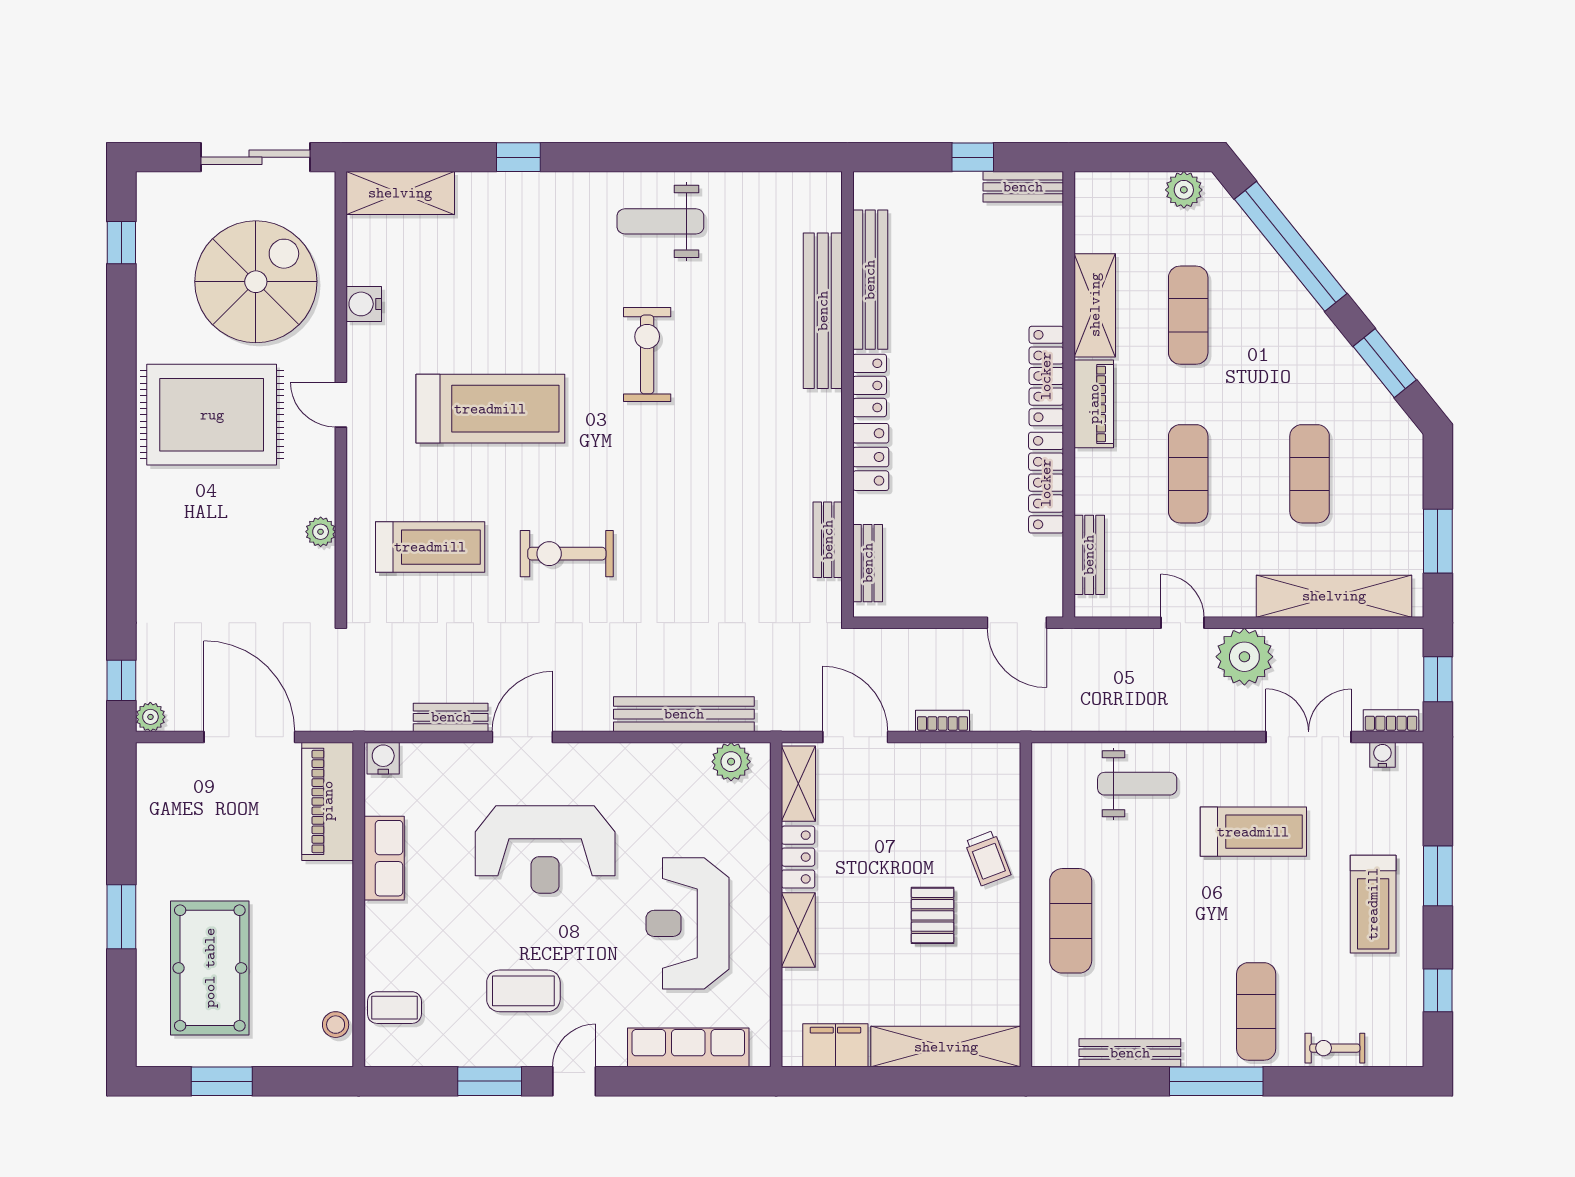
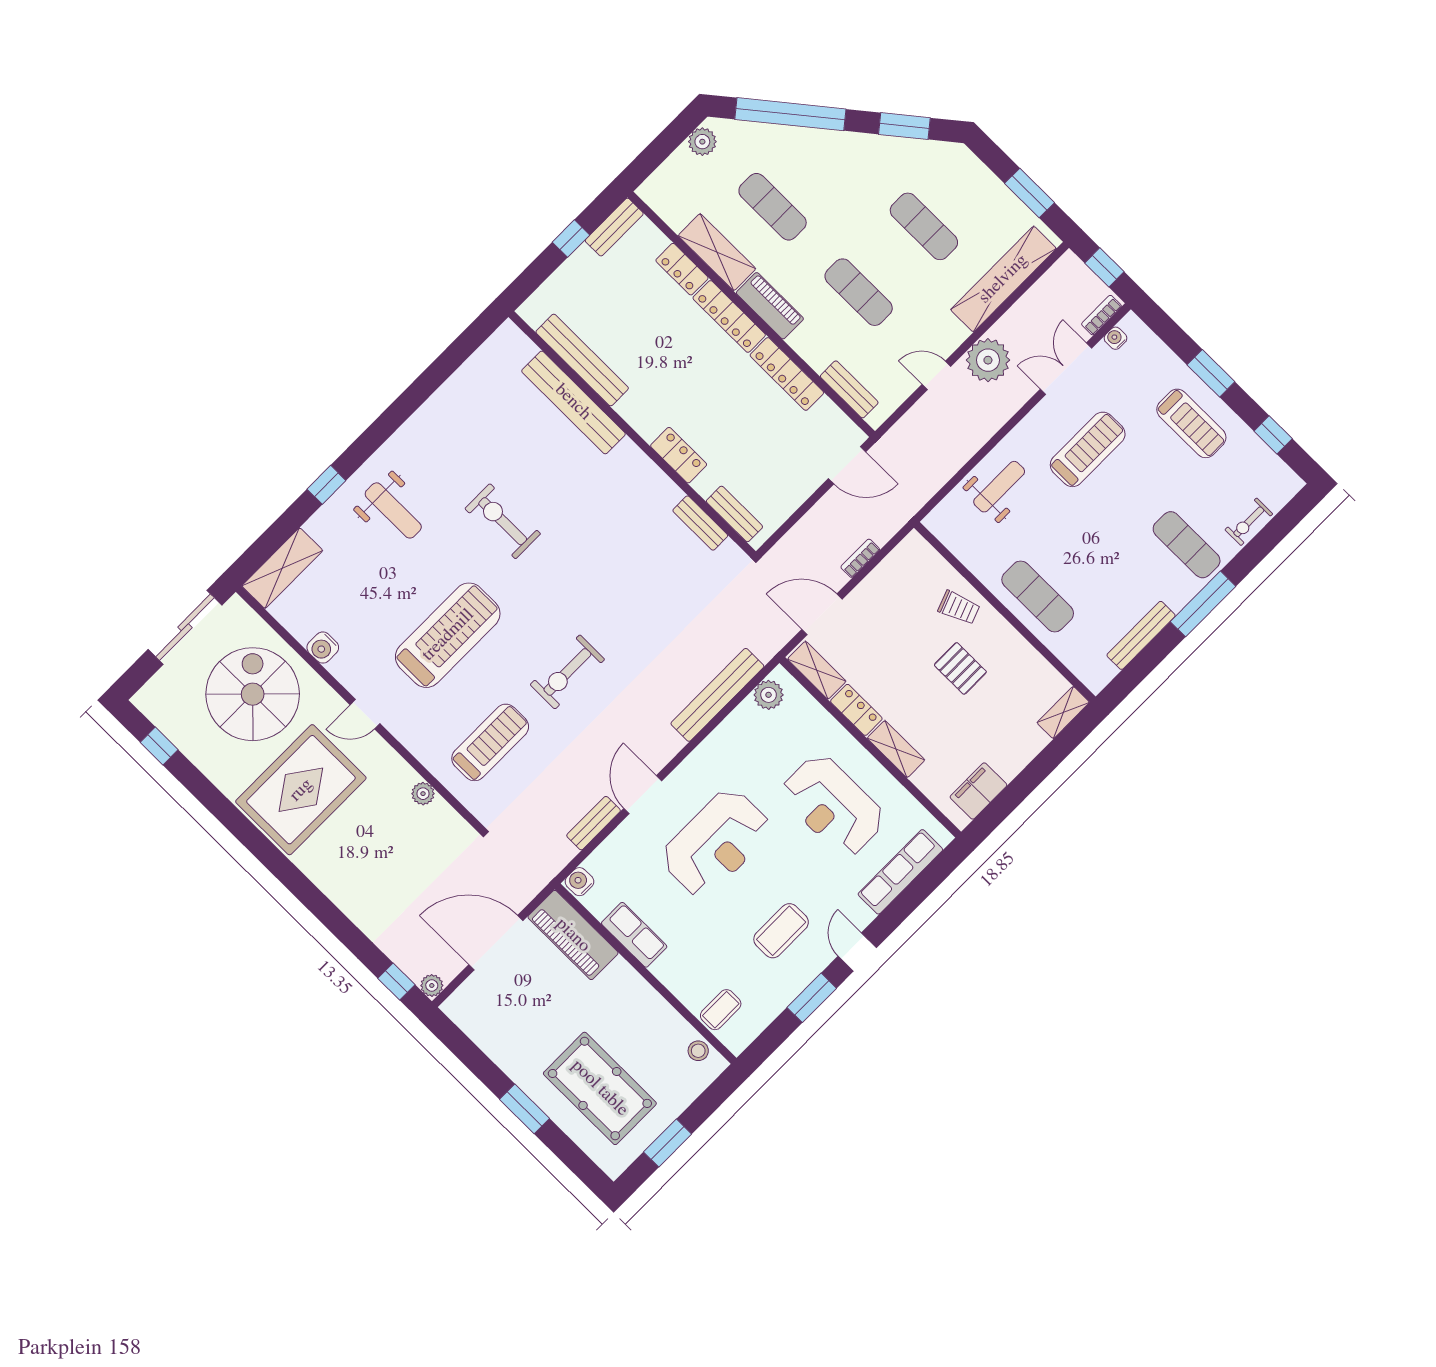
weight bench: (660, 221) -> (393, 510), moved, turned -90
locker: (870, 385) -> (682, 269), moved, turned 180
shelving: (946, 1047) -> (1063, 713), width x0.45, depth x0.75

